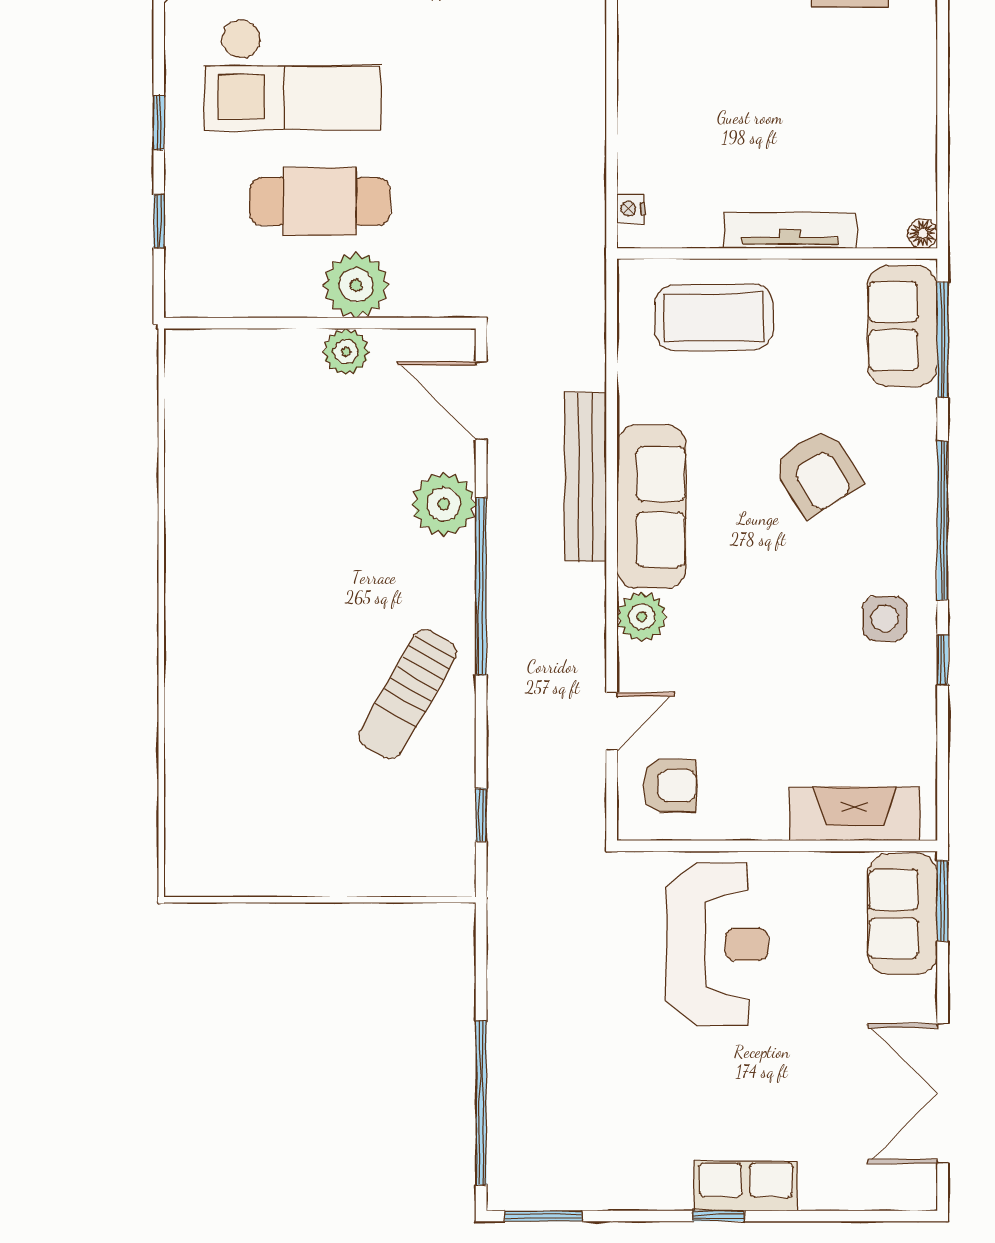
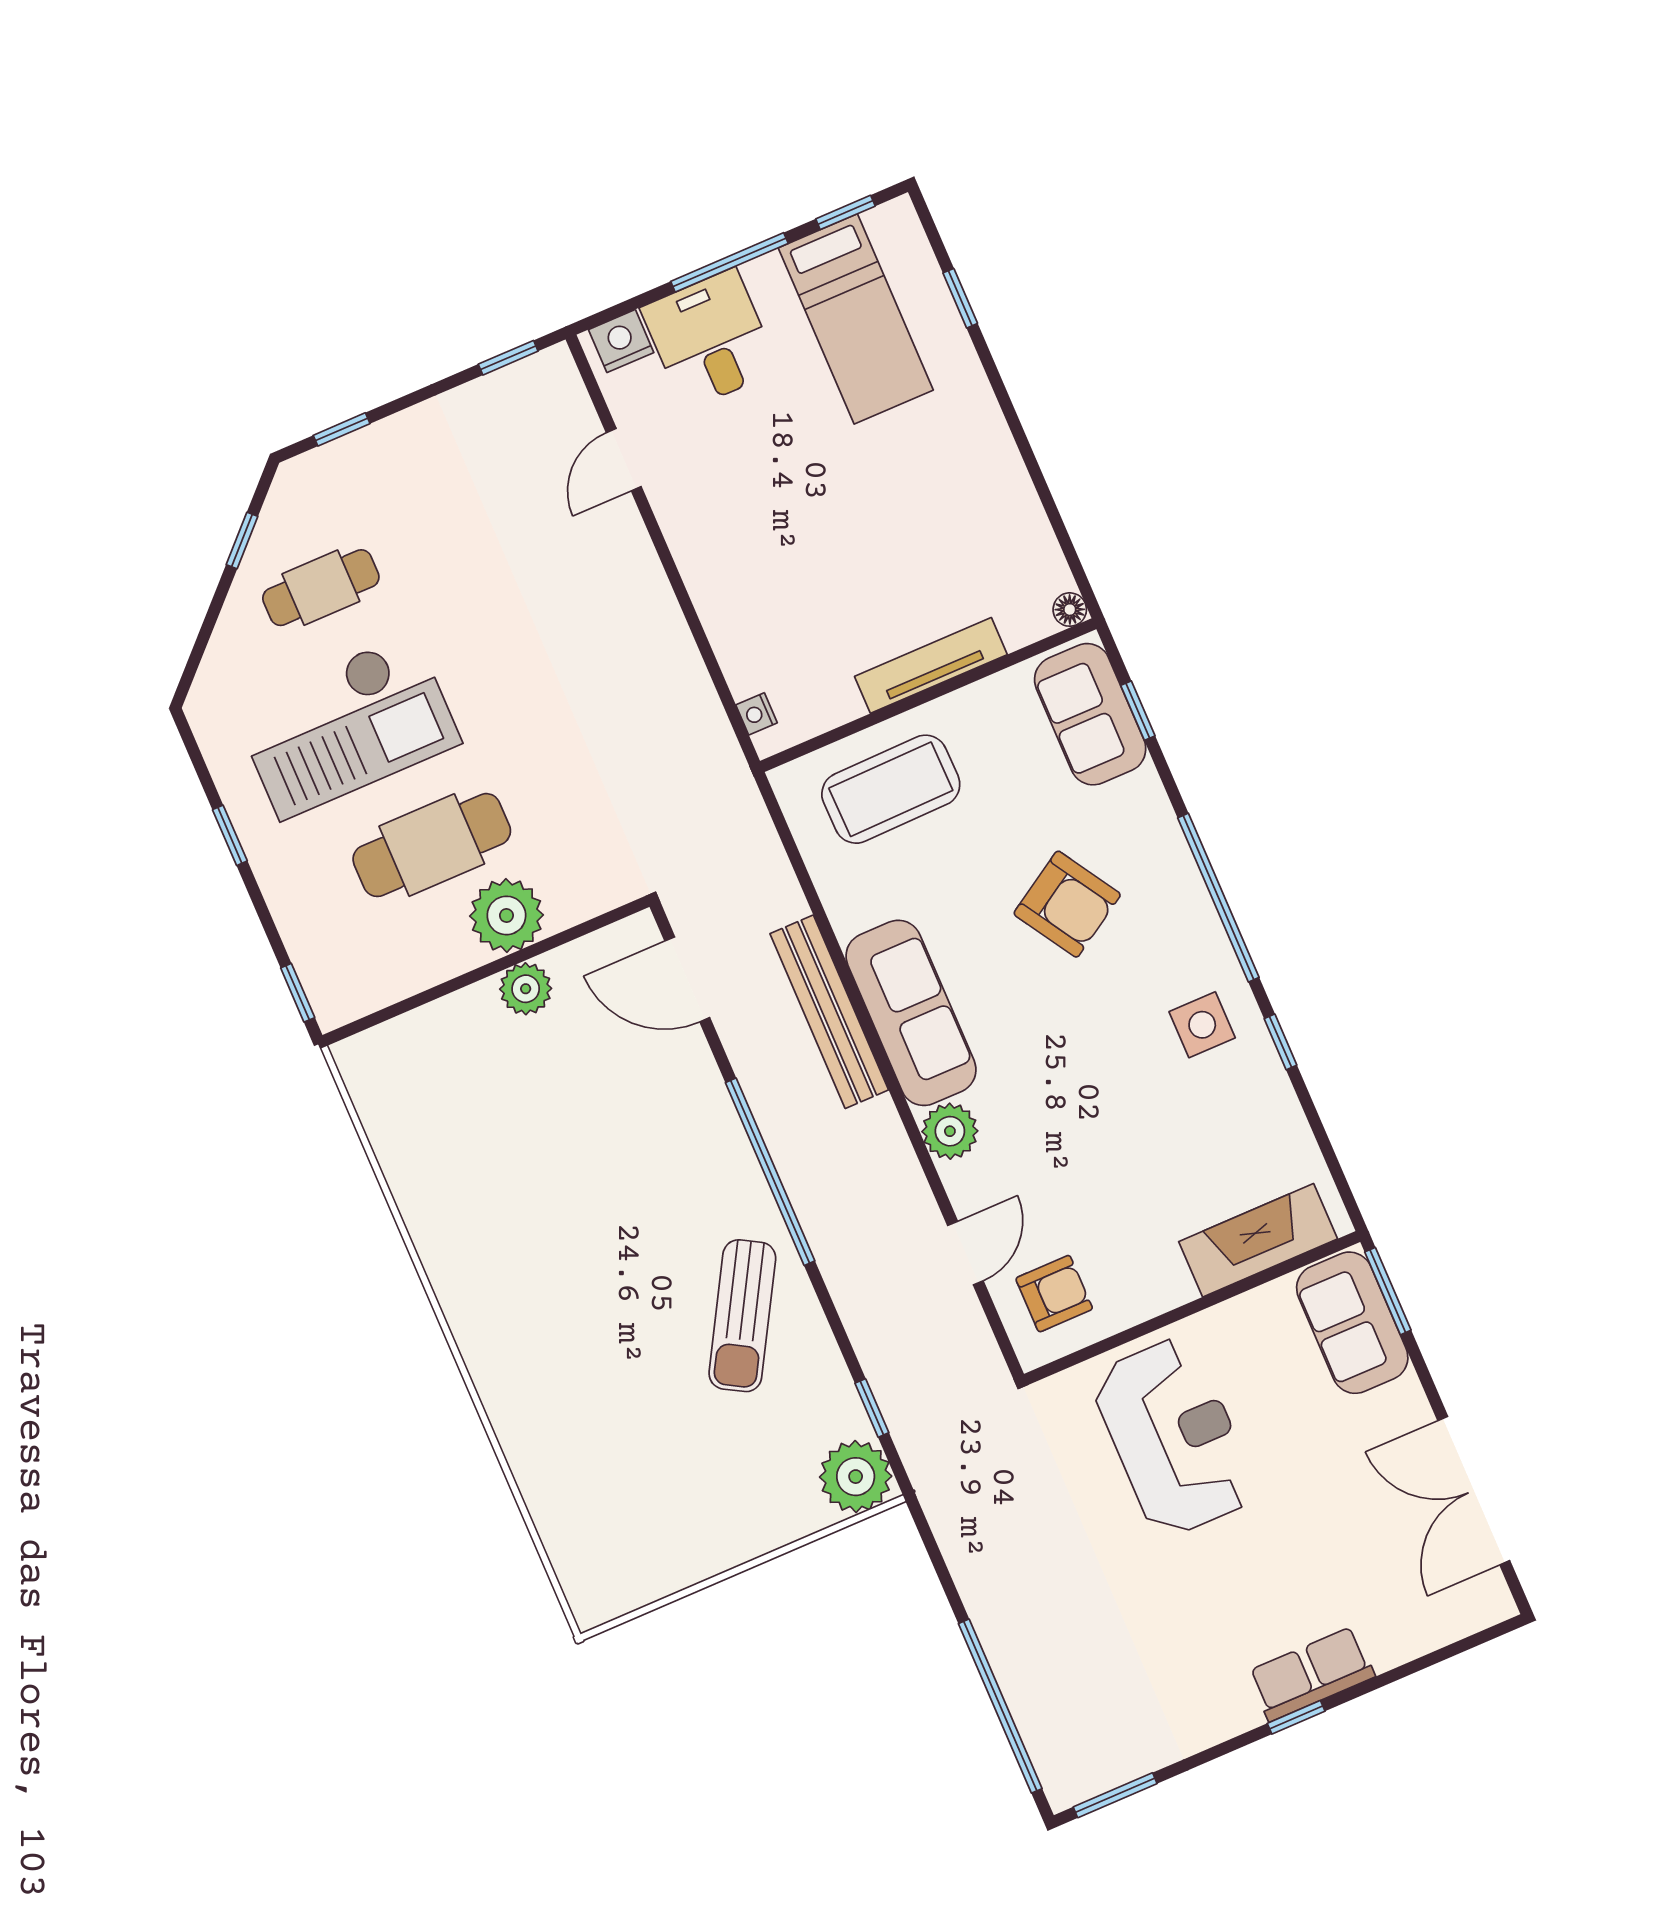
window: (159, 221) -> (298, 993), moved
window: (943, 340) -> (1138, 711), width x0.46
plant: (444, 504) -> (856, 1477), moved

